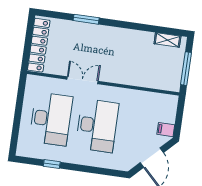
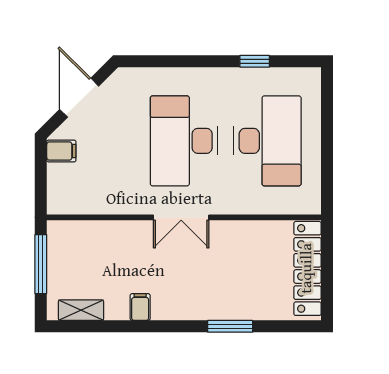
filing cabinet: (134, 37) -> (140, 307), added
double door: (82, 80) -> (181, 217), moved
desk: (51, 119) -> (267, 141), turned 180

